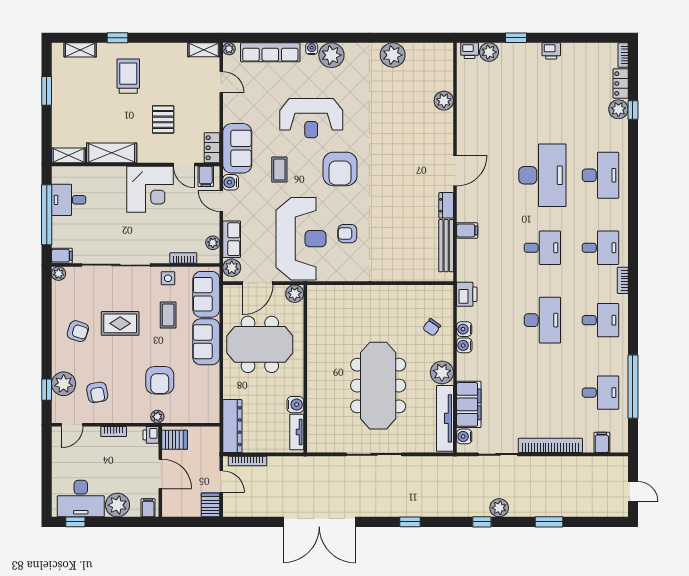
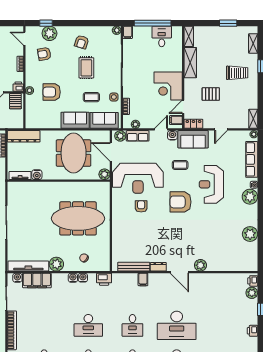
door: (221, 82) -> (221, 129), moved
plant: (444, 101) -> (200, 265), moved
meeting table: (378, 386) -> (78, 218), moved

